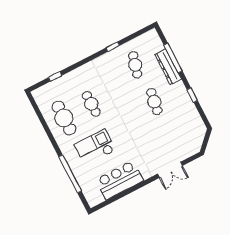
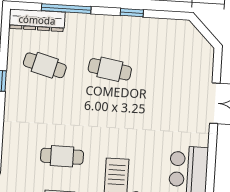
dresser: (168, 67) -> (37, 20), moved

